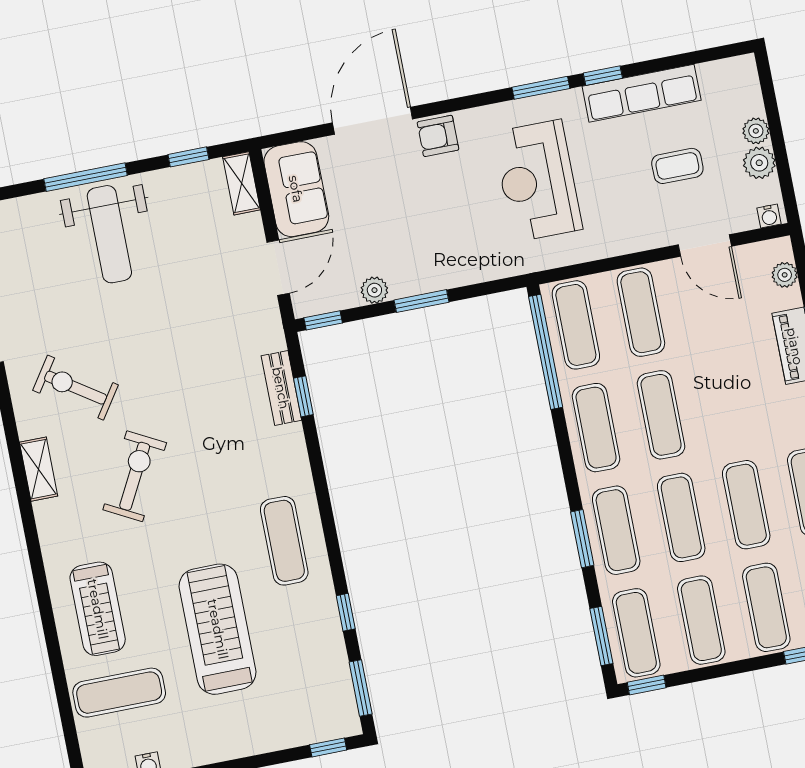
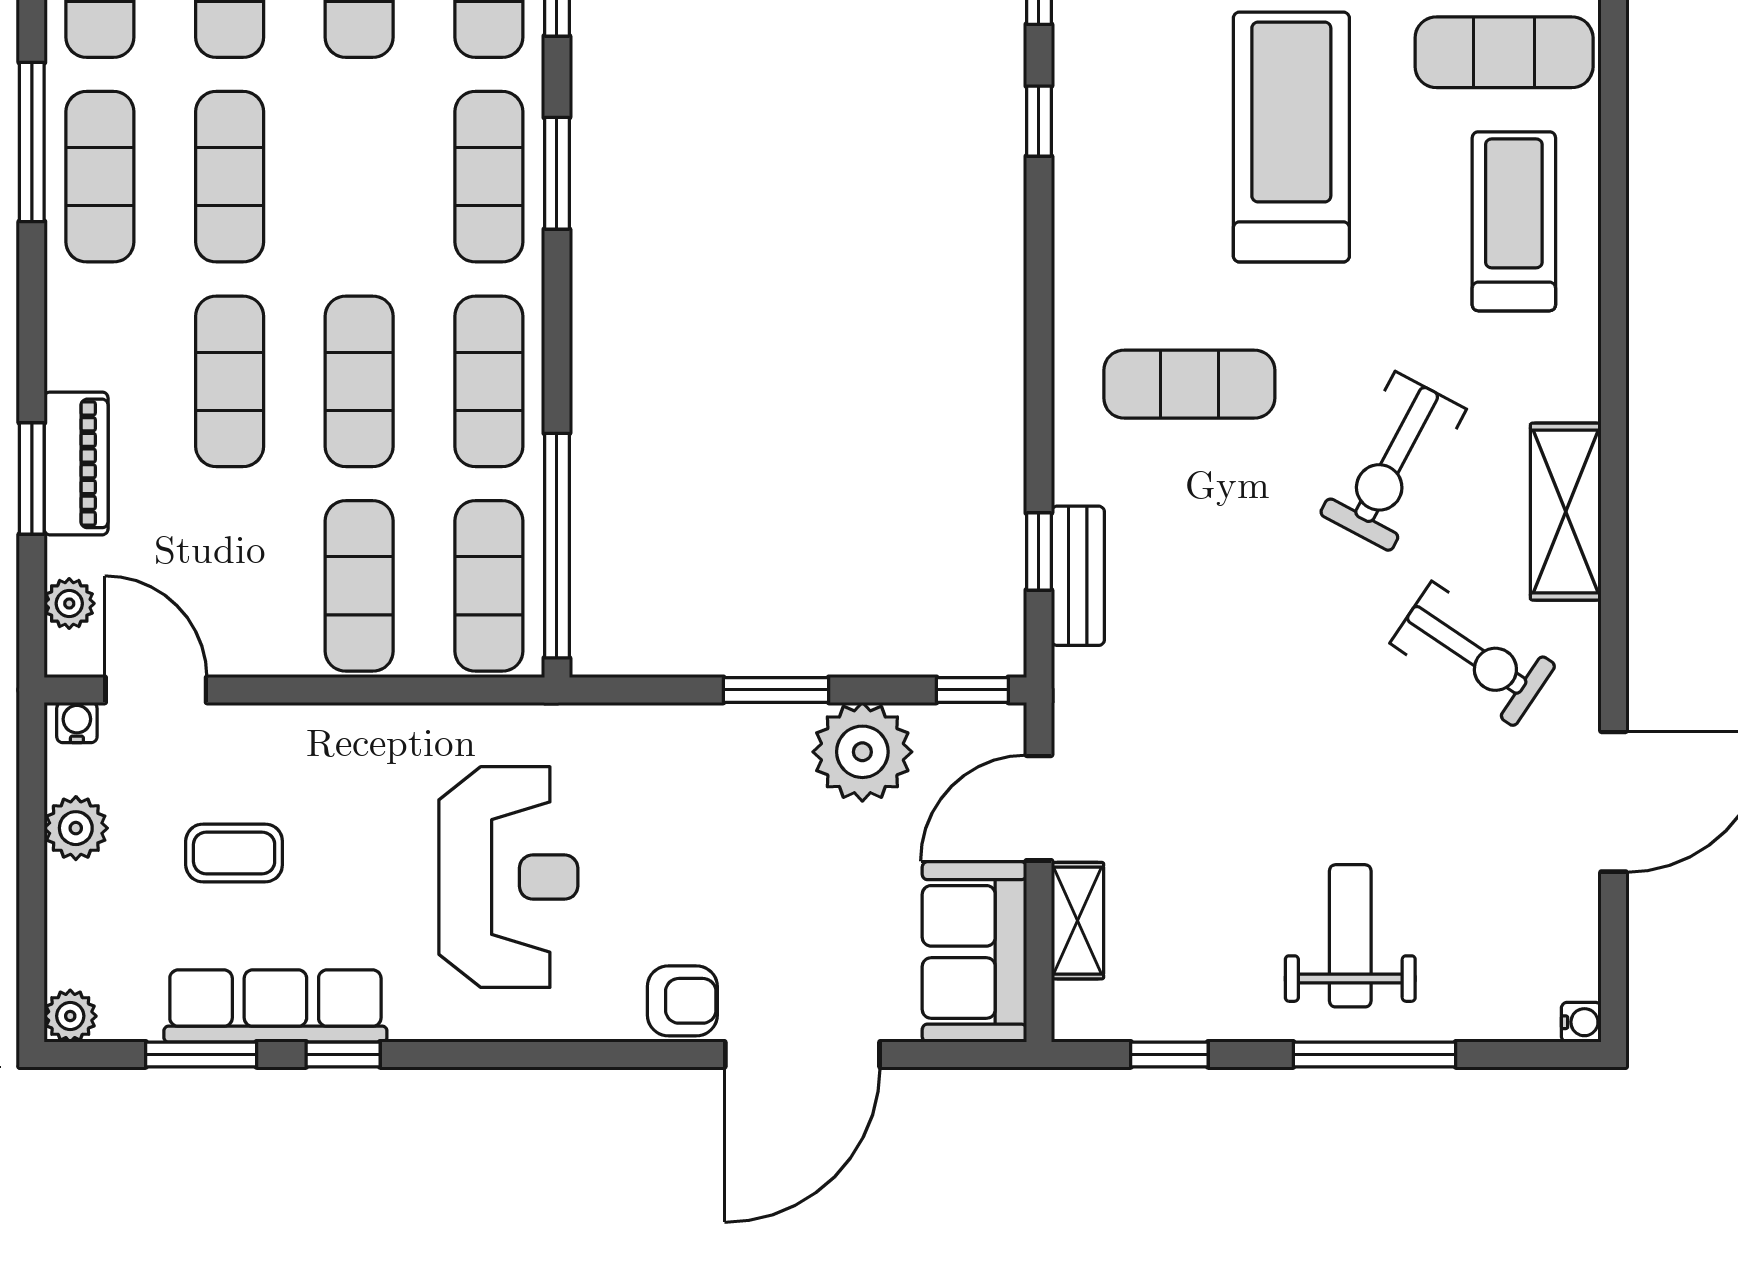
window: (541, 88) -> (201, 1054), moved
plant: (756, 131) -> (70, 1016), moved
shelving: (241, 183) -> (1077, 921), moved
weight bench: (109, 234) -> (1350, 936), width x0.73, depth x0.75
door: (705, 246) -> (156, 690), moved
plant: (374, 290) -> (862, 752), width x1.87, depth x1.87
shelving: (39, 469) -> (1566, 512), width x1.50, depth x1.33
exercise mat: (681, 517) -> (230, 381), moved
exercise mat: (284, 541) -> (1189, 384), moved, turned 90
treadmill: (218, 629) -> (1291, 137), turned 180

